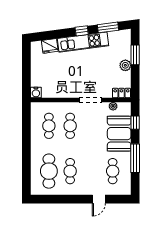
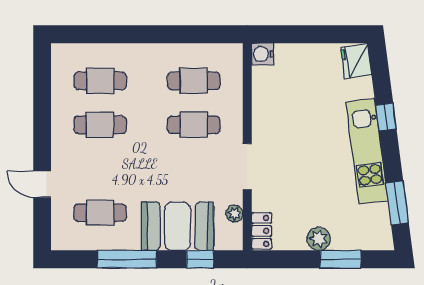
window: (82, 31) -> (386, 117), moved
fridge: (50, 46) -> (356, 61), moved
cafe table: (49, 171) -> (100, 81), width x0.73, depth x0.74

